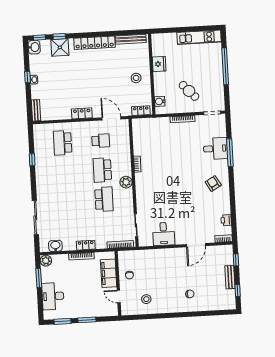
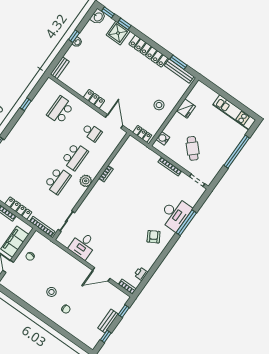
window: (125, 33) -> (178, 62), added
desk: (215, 149) -> (175, 214), width x1.37
school desk: (102, 170) -> (75, 156), turned 180
locker: (86, 245) -> (18, 208), width x1.53
stool: (146, 299) -> (51, 292), moved

